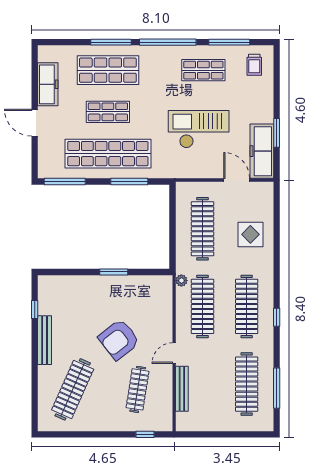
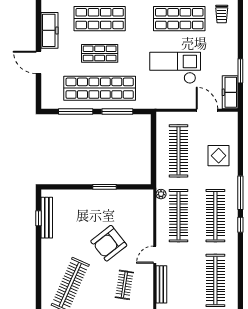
shop shelf: (203, 70) -> (179, 19), width x1.43, depth x1.36
freezer: (262, 151) -> (230, 92), width x0.73, depth x0.79
window: (65, 182) -> (76, 112), moved
bench: (45, 340) -> (47, 218), moved
window: (277, 388) -> (240, 193), moved
clothes rail: (138, 389) -> (124, 285), width x0.73

